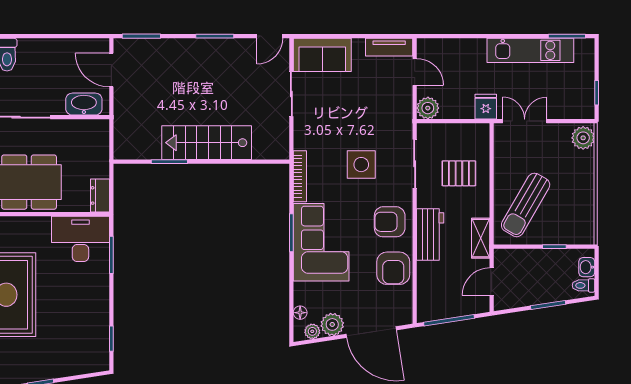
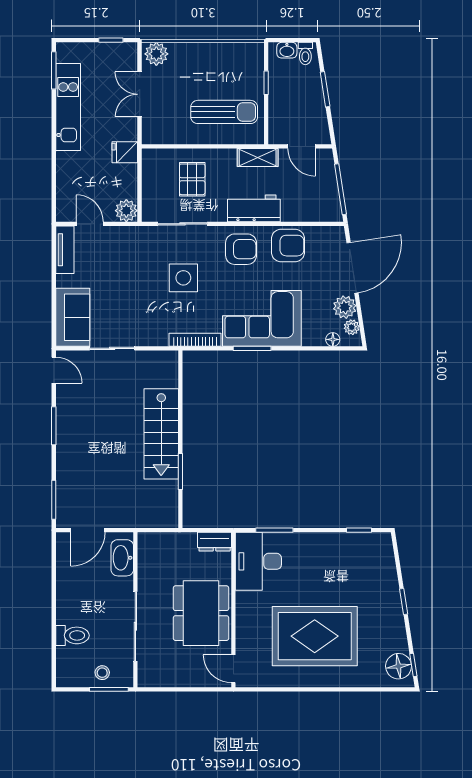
door: (415, 72) -> (90, 224), hinge flipped
double door: (525, 121) -> (140, 94), moved
sun lounger: (526, 205) -> (224, 112), turned -30
armchair: (390, 222) -> (241, 249), turned -90

